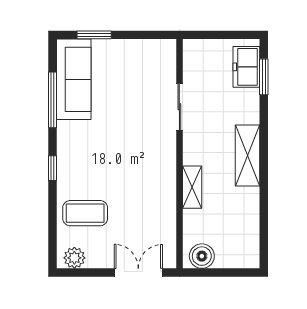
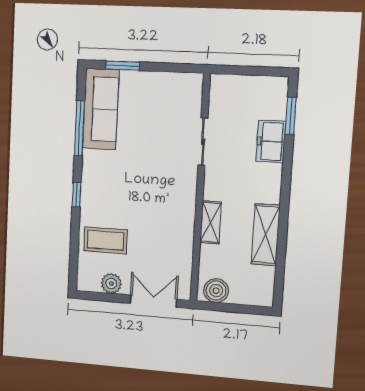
freezer: (246, 67) -> (271, 141), moved
shelving: (247, 155) -> (266, 235), moved
plant: (74, 258) -> (111, 284), moved

